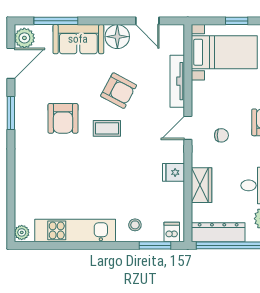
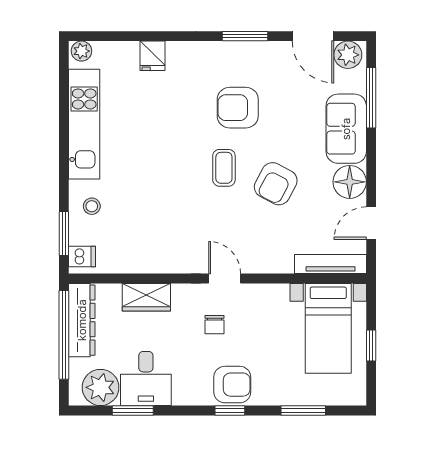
tv unit: (177, 81) -> (331, 264), moved
fridge: (173, 172) -> (152, 56), moved, turned 180

